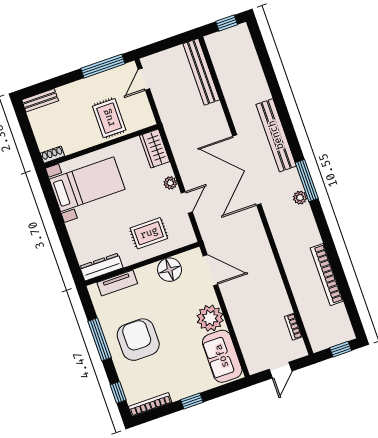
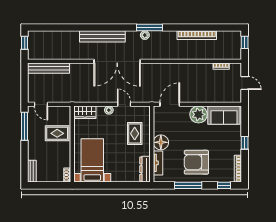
window: (307, 181) -> (149, 28), moved
floor lamp: (170, 270) -> (161, 142), moved

